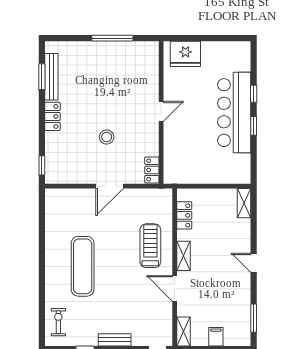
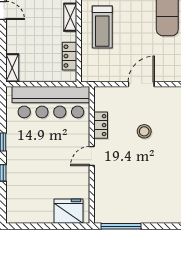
window: (112, 38) -> (121, 226), moved
bar counter: (234, 113) -> (51, 102), moved, turned 90
locker: (152, 170) -> (101, 125), moved

